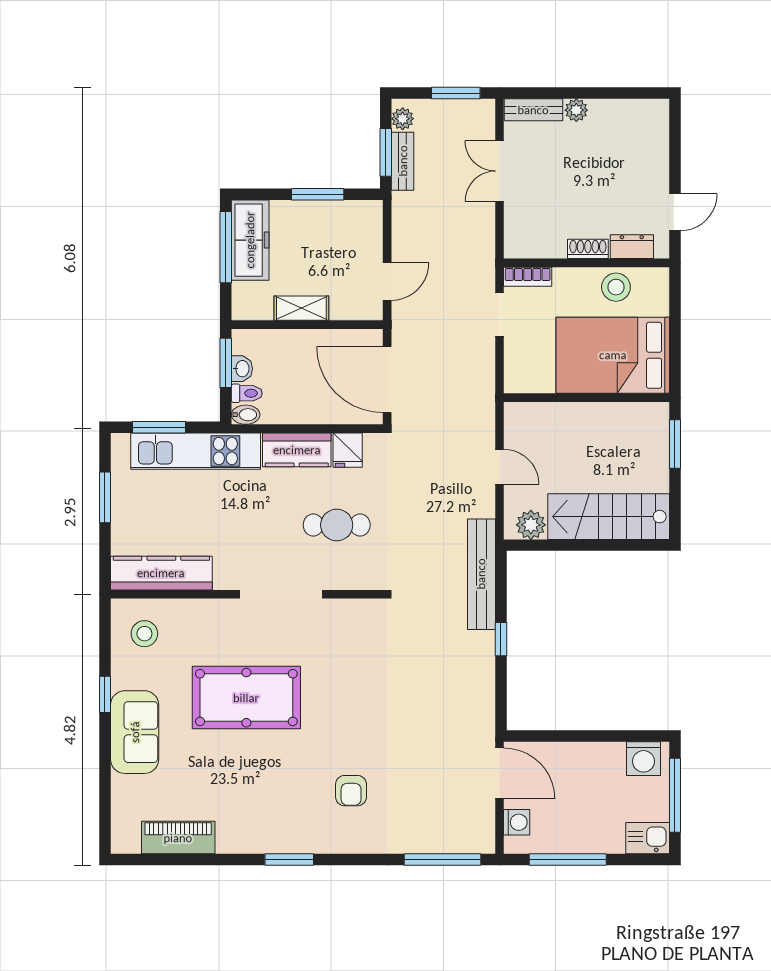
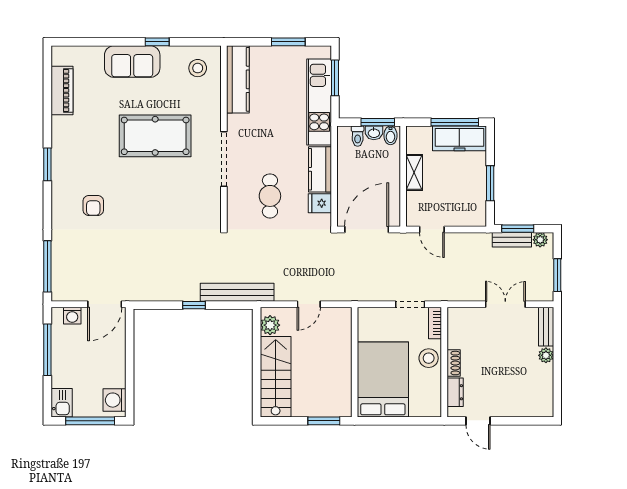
stool: (616, 287) -> (429, 358), moved
bidet: (246, 415) -> (390, 135), moved
pool table: (246, 698) -> (155, 136), turned 90
armchair: (351, 791) -> (93, 205), turned -90

